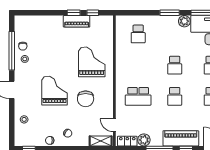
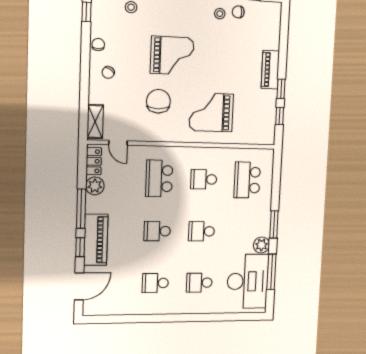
piano: (77, 21) -> (270, 70), moved
school desk: (138, 34) -> (247, 180), width x1.85
grand piano: (92, 62) -> (211, 112), turned 180
school desk: (138, 65) -> (204, 179), added
chair: (86, 99) -> (158, 101), turned 90
door: (114, 125) -> (118, 143), swing flipped

